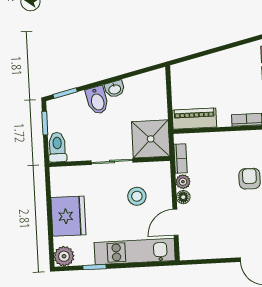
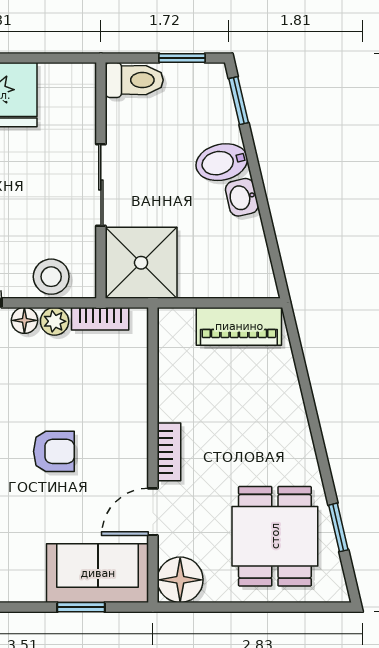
piano: (194, 119) -> (239, 326), moved, turned 90
stool: (137, 196) -> (51, 277), moved

